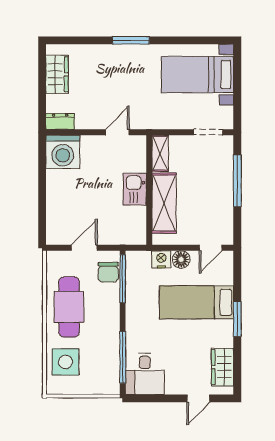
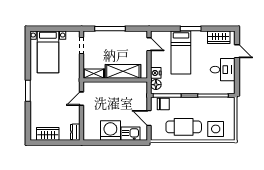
door: (117, 132) -> (82, 99), hinge flipped
washing machine: (63, 152) -> (110, 131), moved, turned -90
kitchen sink: (135, 189) -> (130, 134), moved, turned 180
floor lamp: (181, 259) -> (156, 85), moved
desk: (145, 374) -> (223, 70), moved

